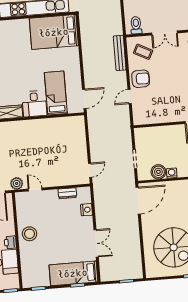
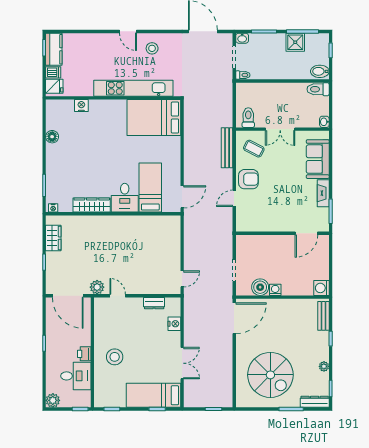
stool: (30, 234) -> (115, 357), moved

